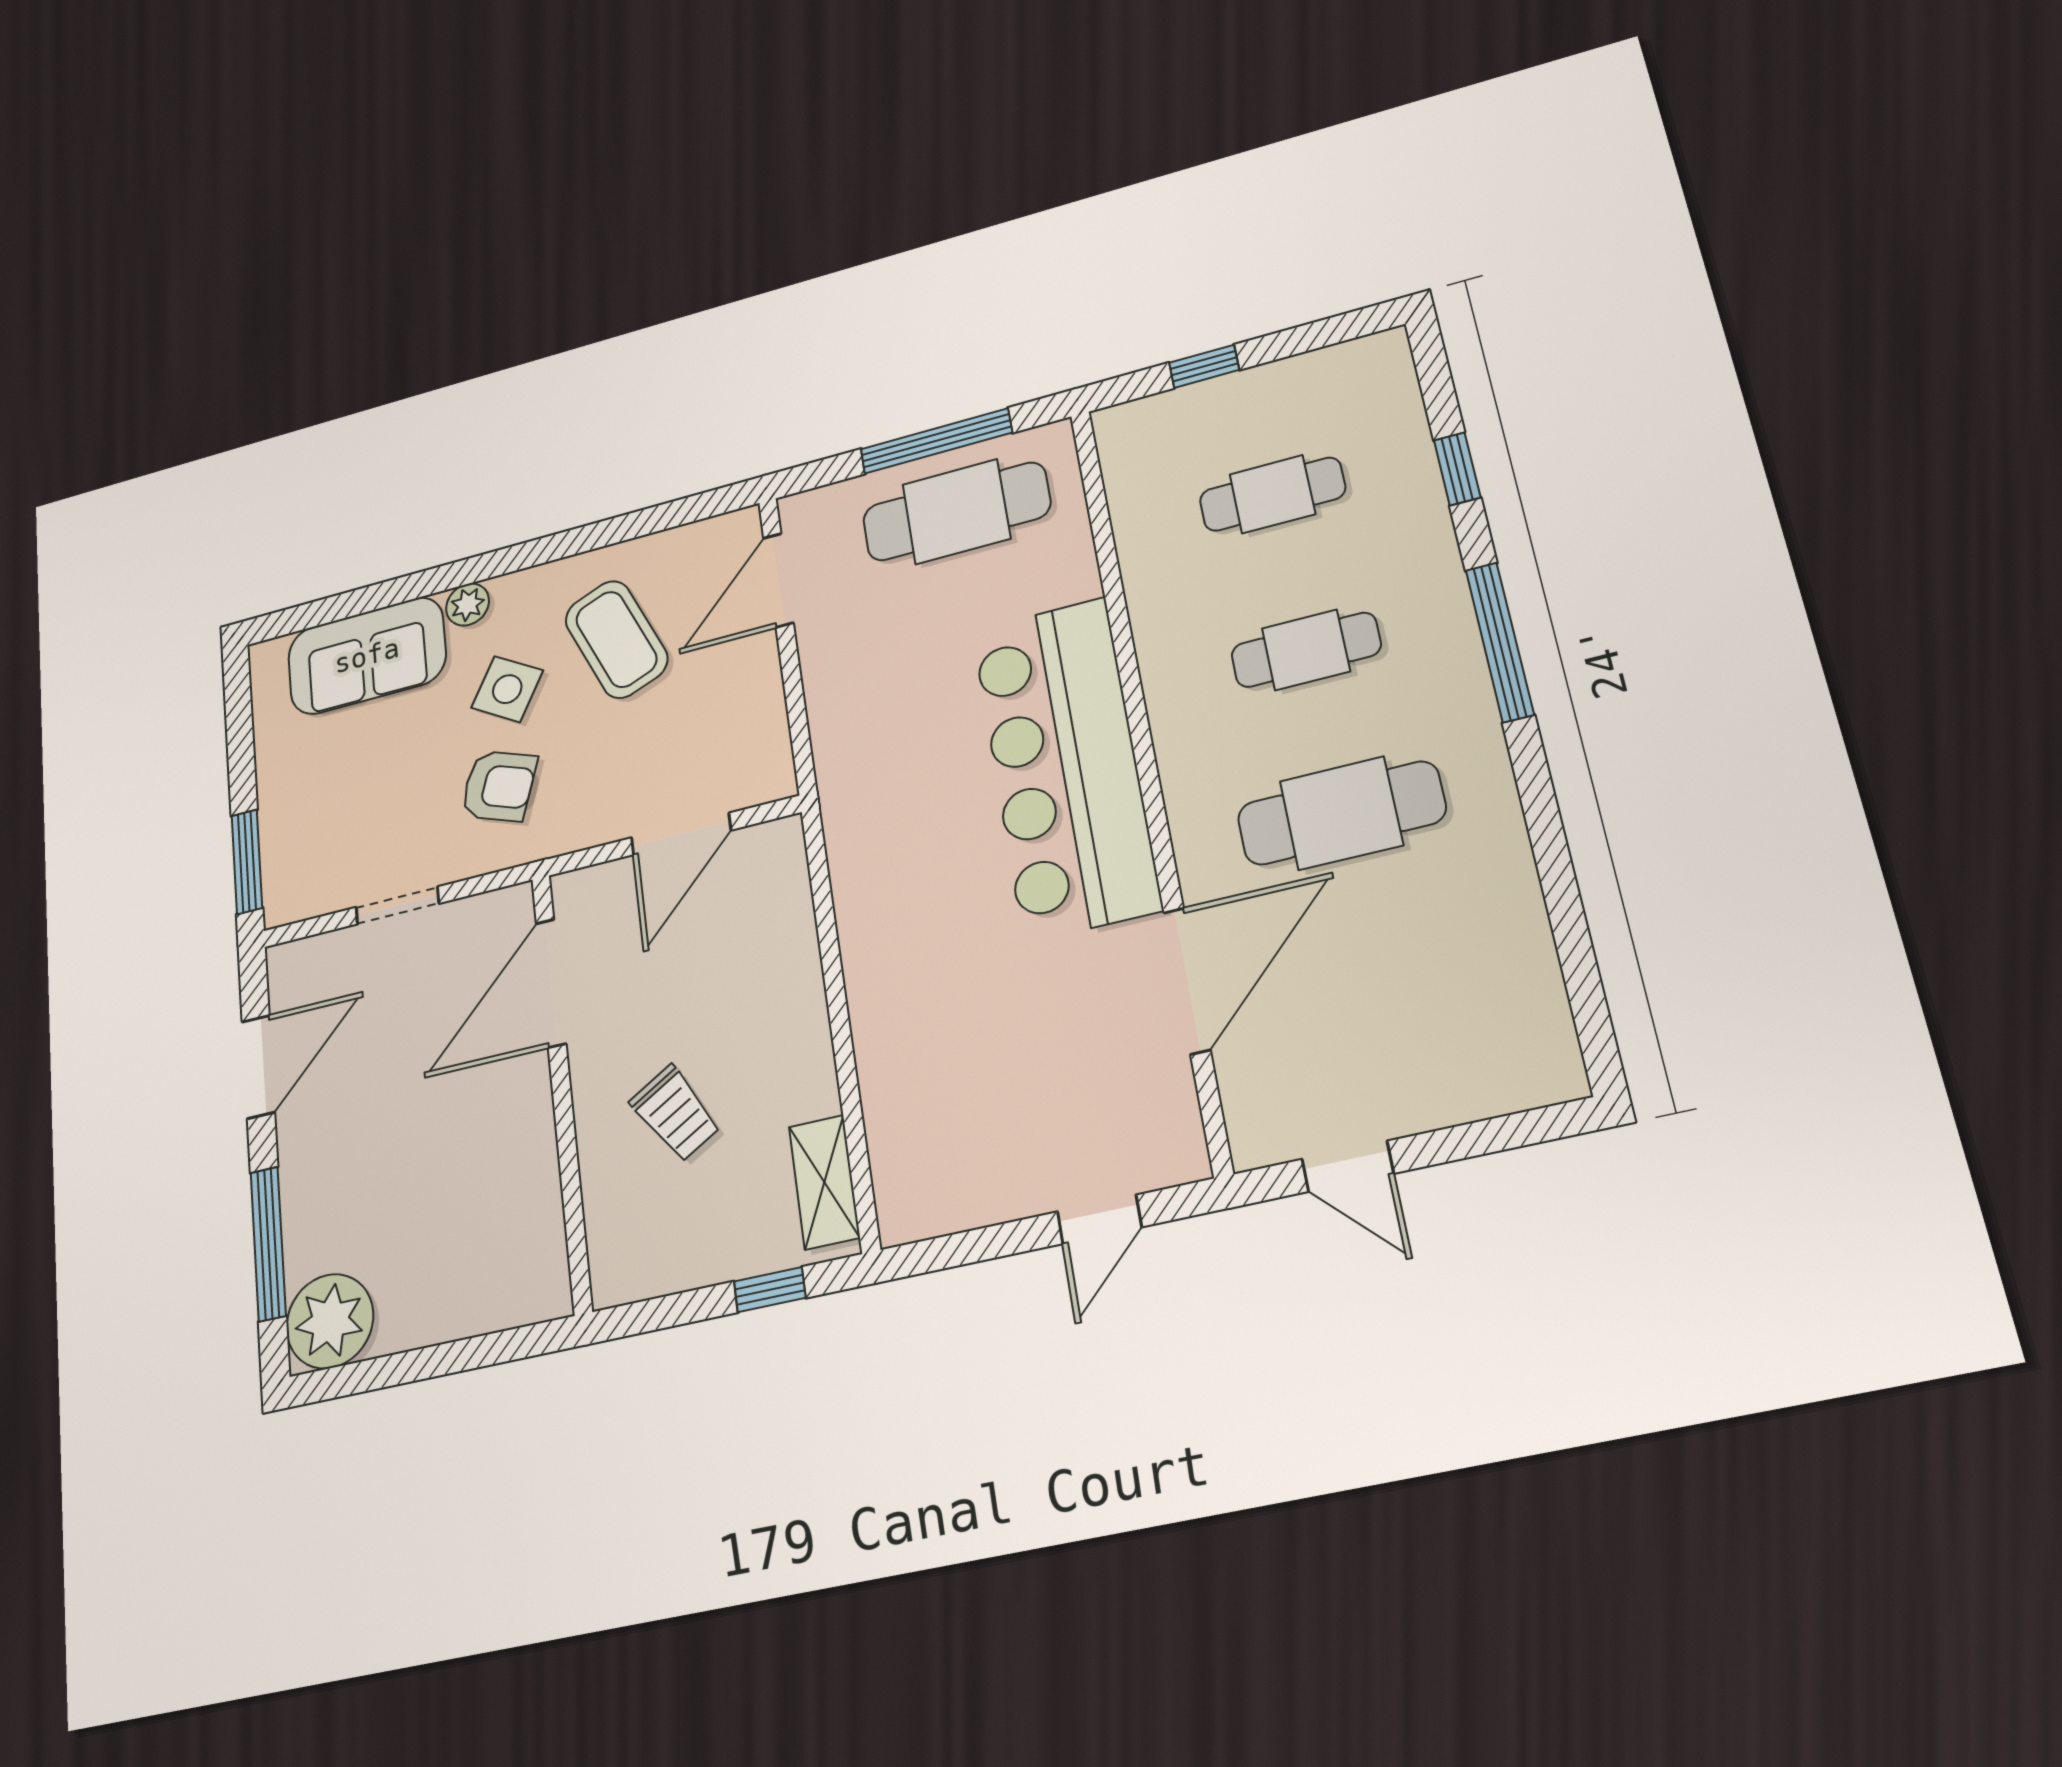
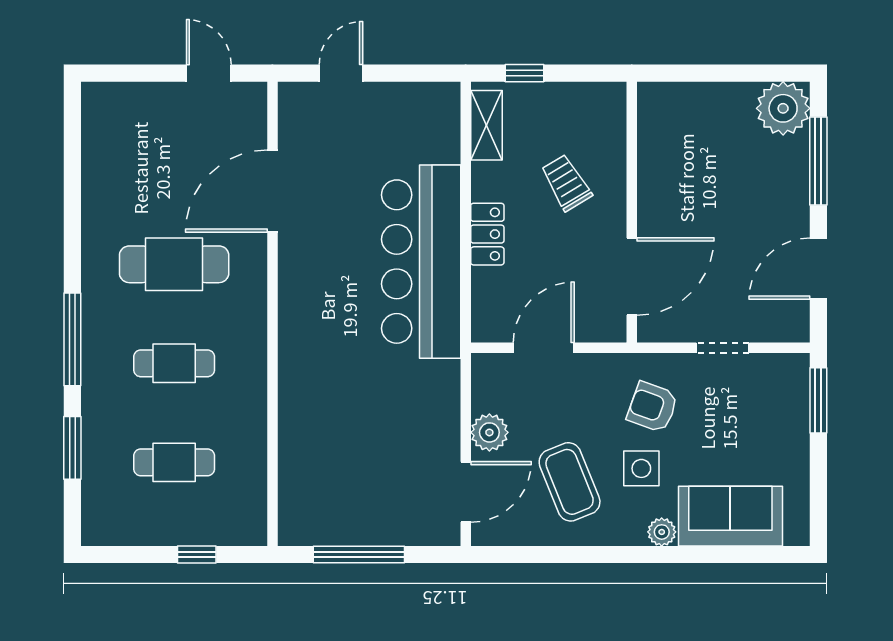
window: (1457, 469) -> (72, 448), width x1.50
cafe table: (956, 512) -> (354, 505), removed
plant: (752, 680) -> (489, 432), added
side table: (507, 689) -> (641, 468), turned -31
bar counter: (1065, 767) -> (421, 262), moved, turned 180
locker: (798, 996) -> (487, 234), added

